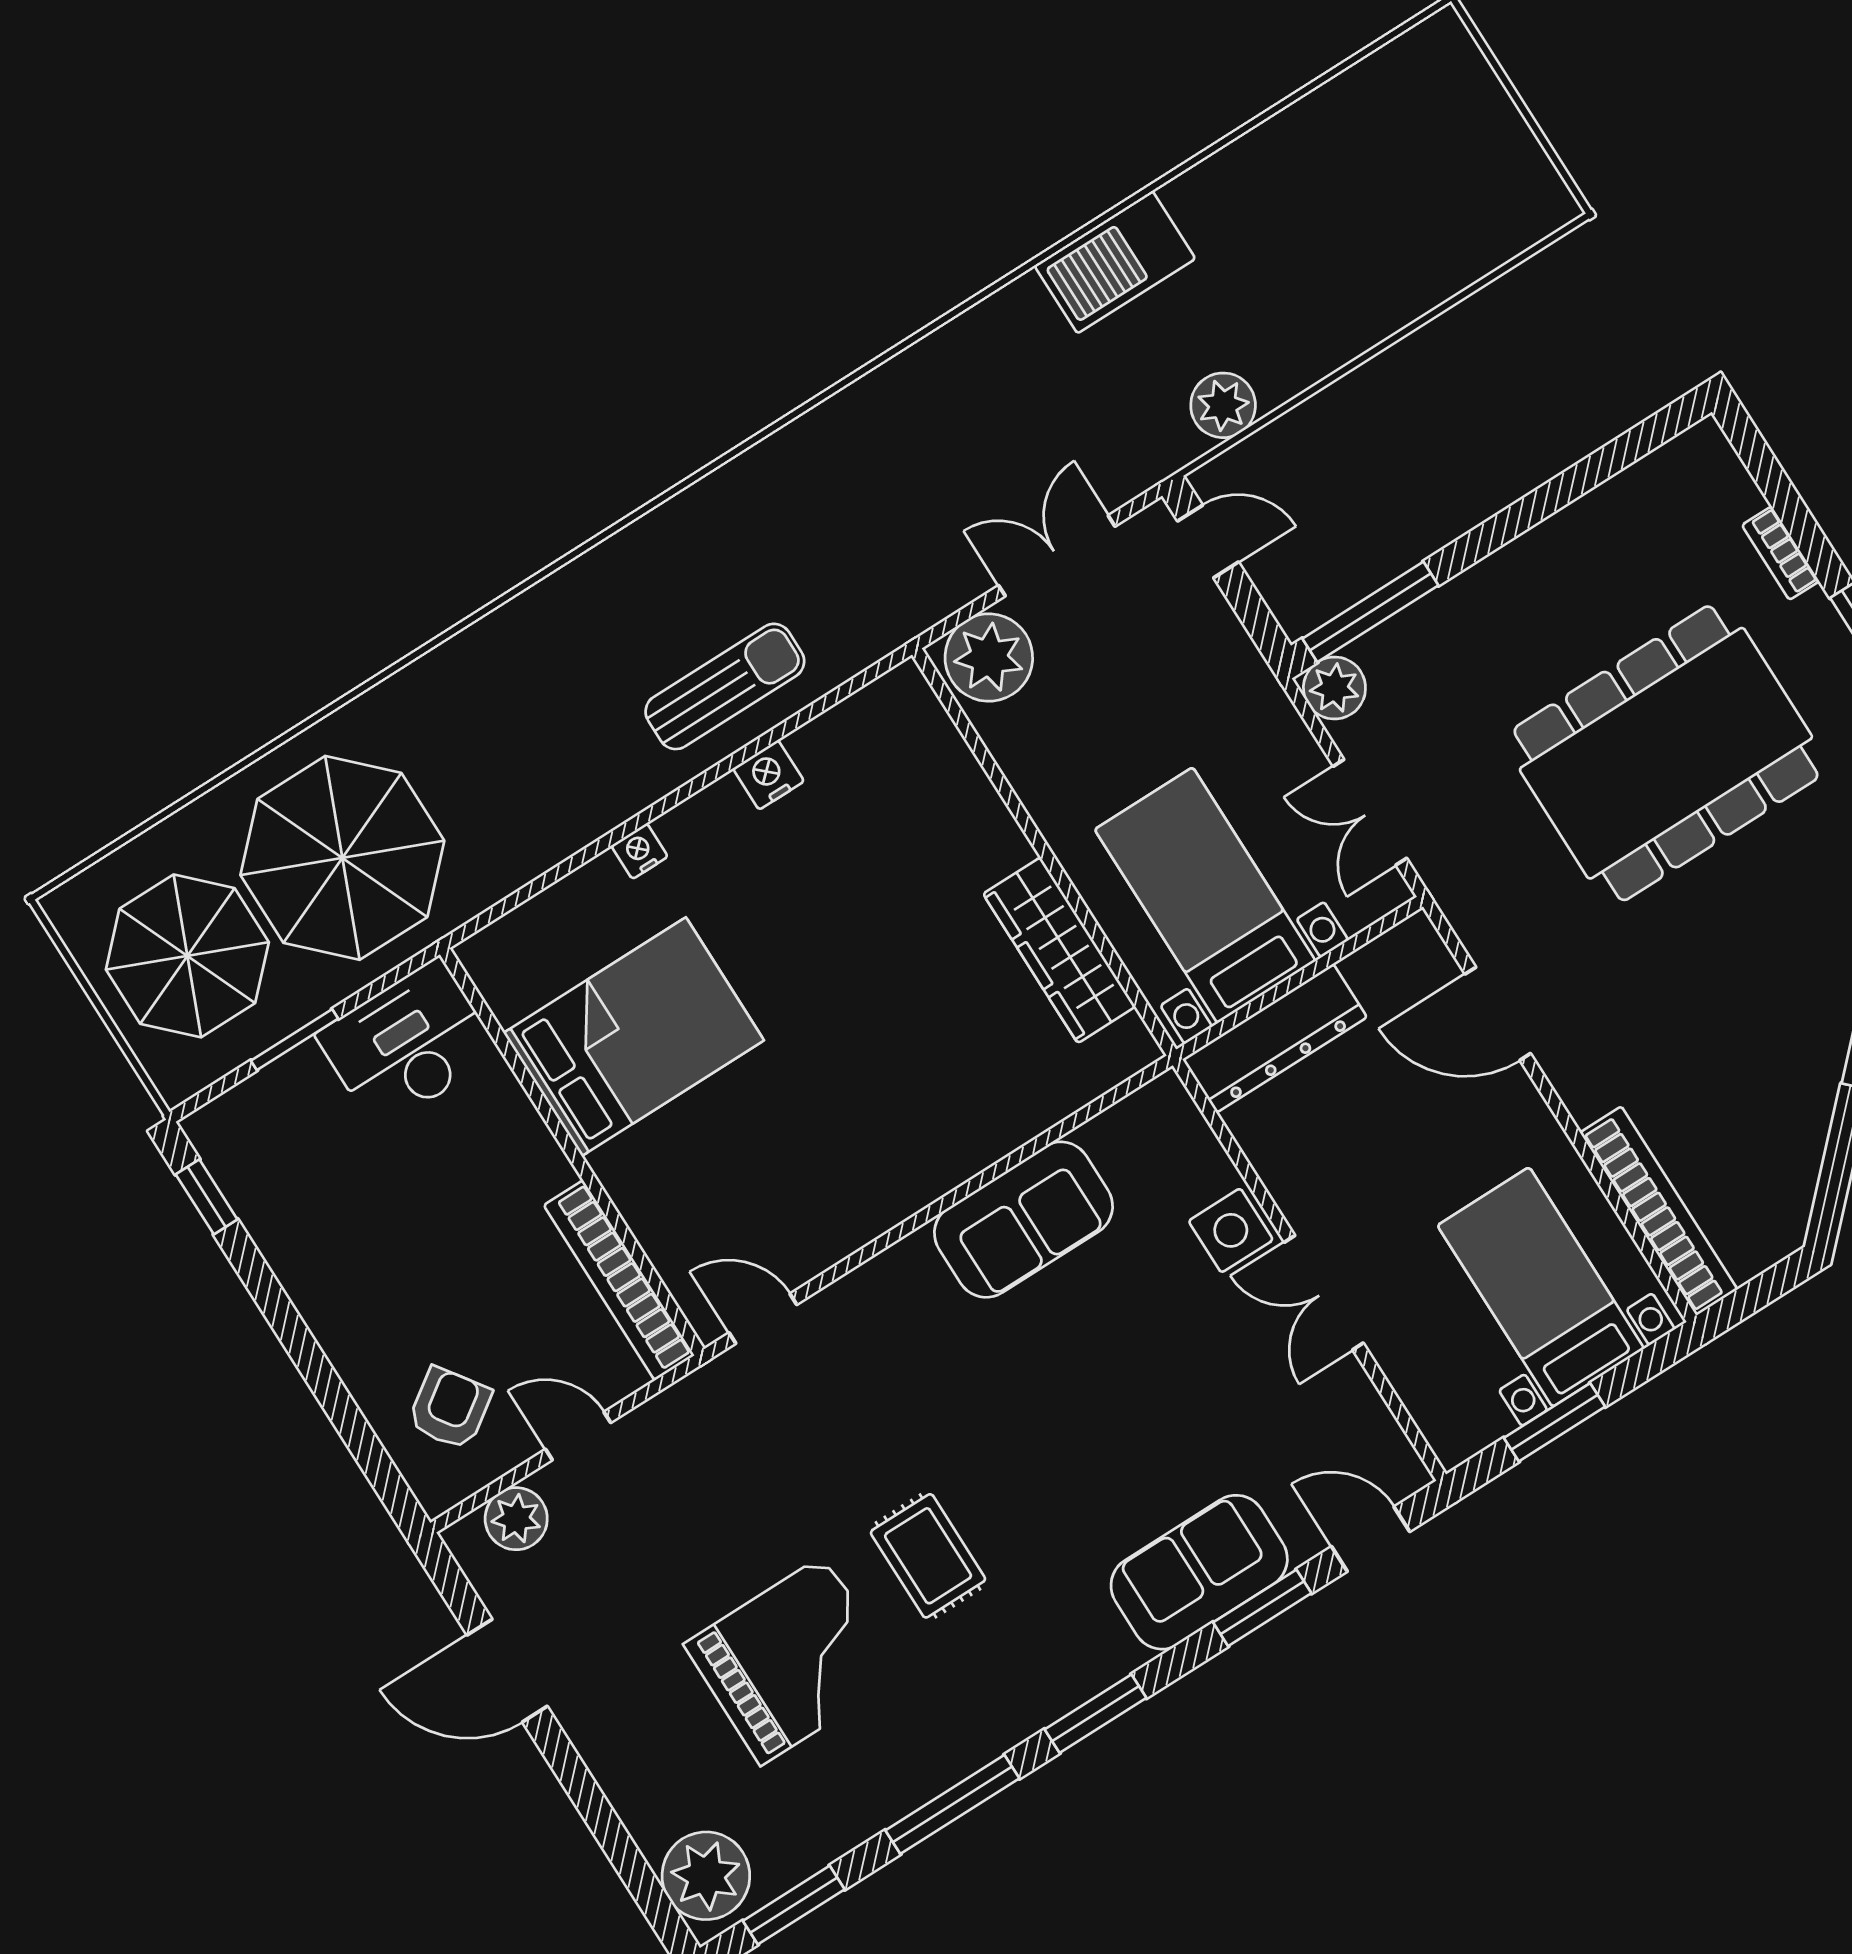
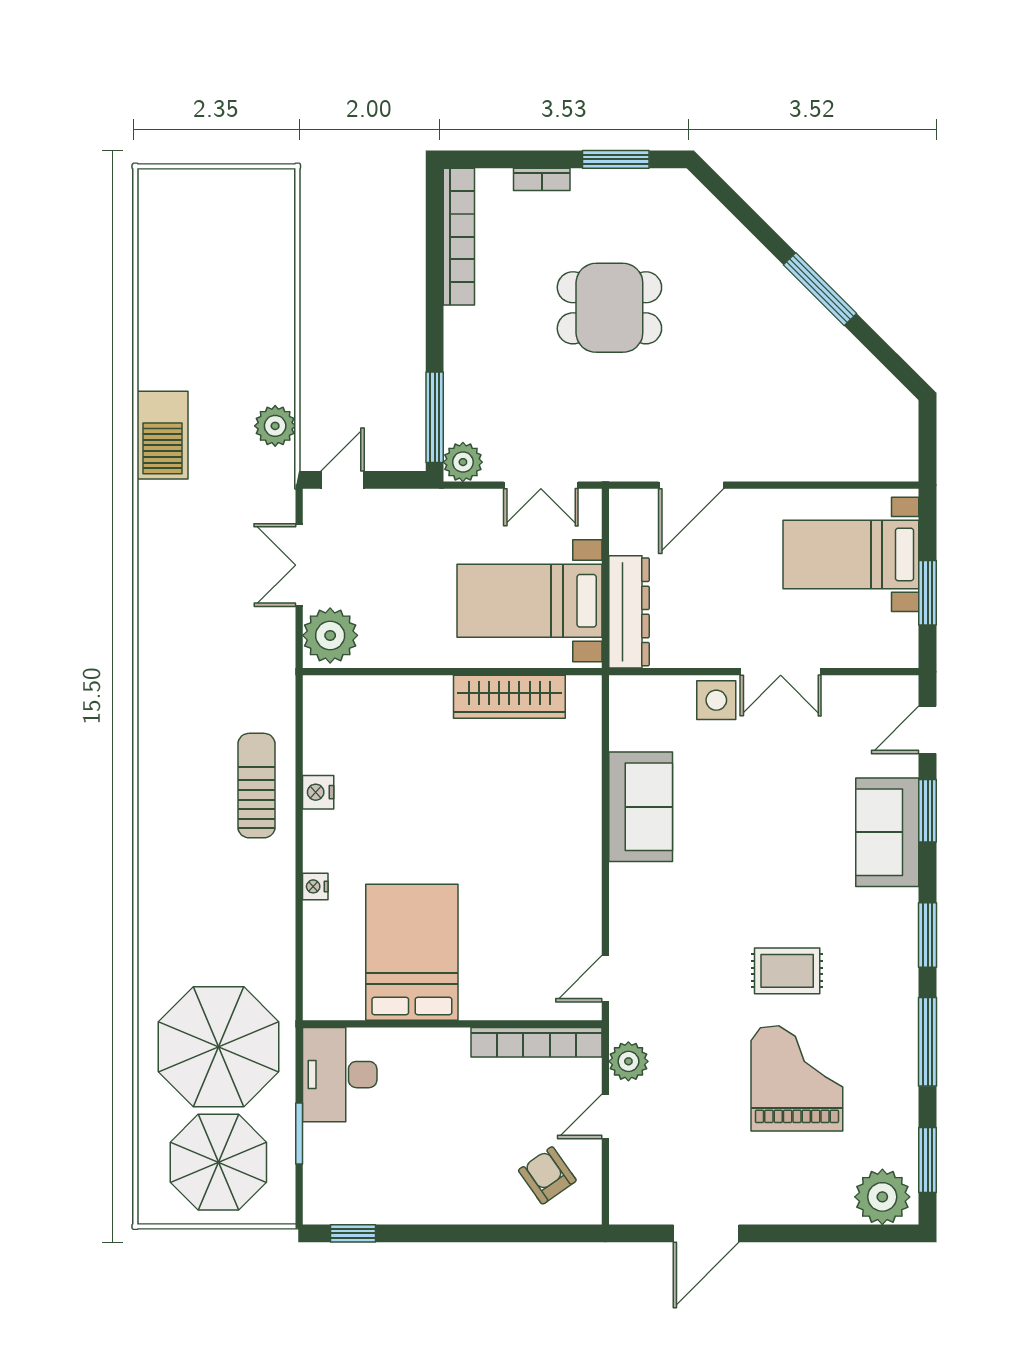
dining table: (1666, 753) -> (609, 308), width x0.53, depth x0.80
bookcase: (1659, 1211) -> (459, 237), moved, turned 90
plant: (516, 1519) -> (628, 1061), moved

